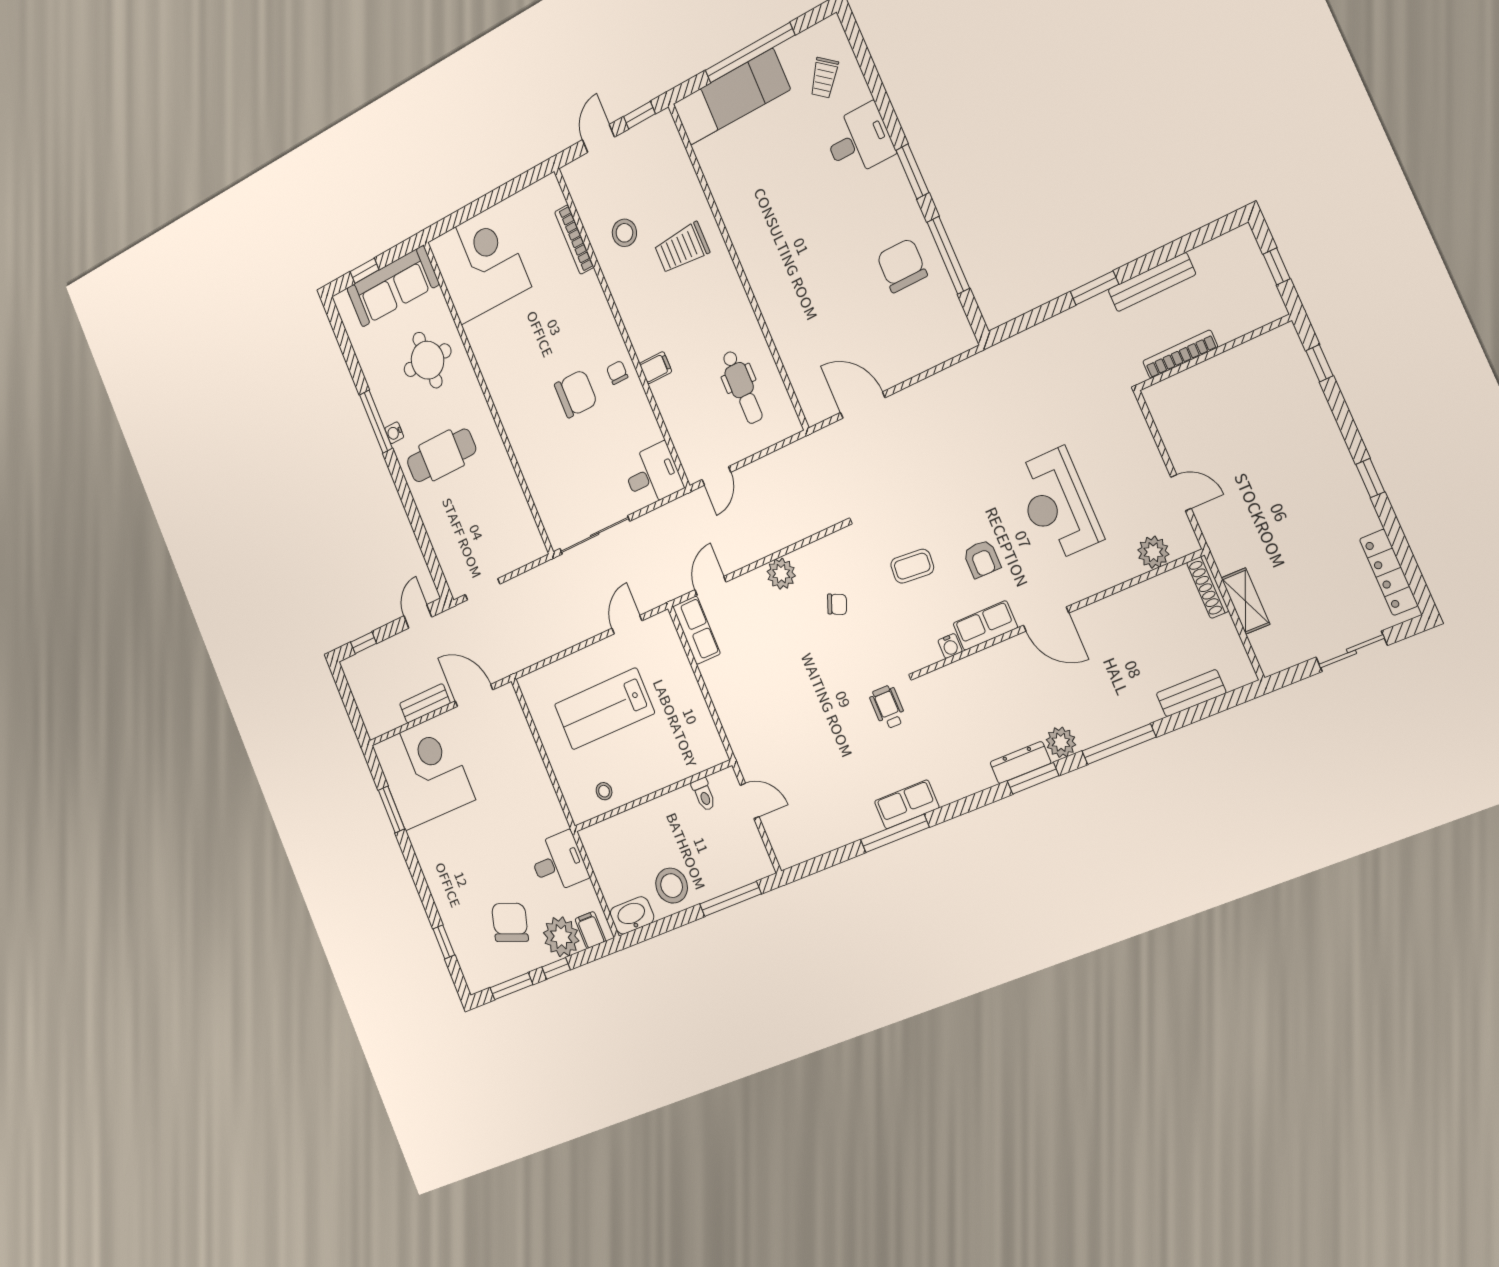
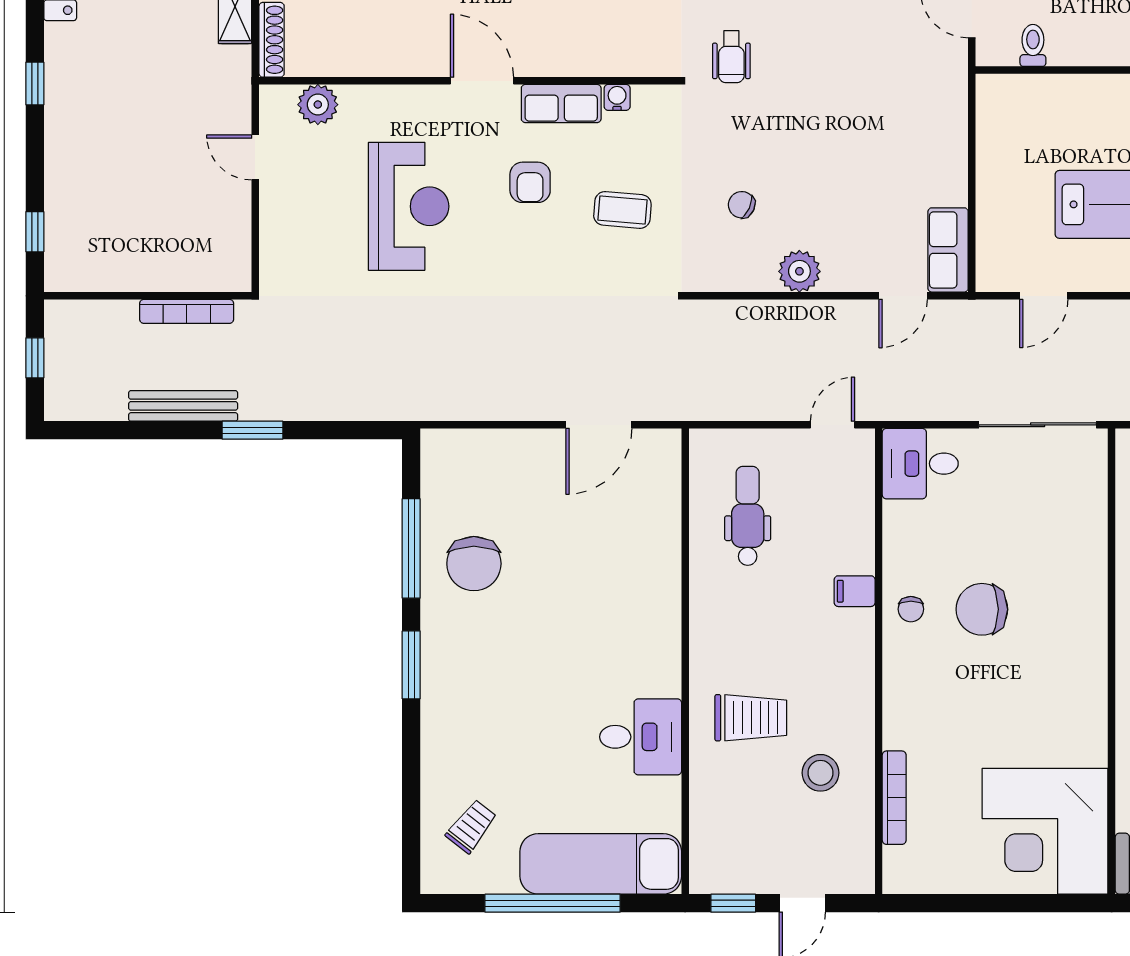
desk: (859, 140) -> (641, 737), moved, turned 180
door: (863, 405) -> (599, 425), hinge flipped
armchair: (982, 559) -> (530, 182), turned 180

